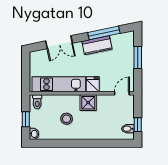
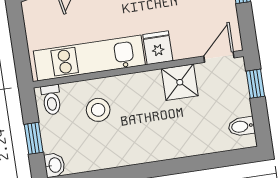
shower: (88, 103) -> (180, 82), moved
stool: (67, 119) -> (98, 110), moved
window: (138, 125) -> (255, 84), moved

